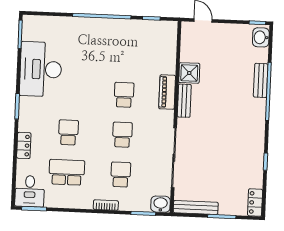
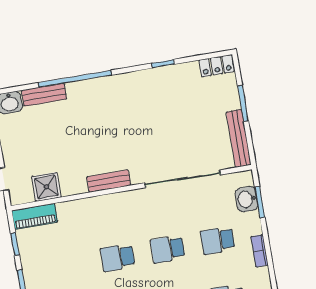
shower: (189, 73) -> (46, 187), moved
bench: (261, 80) -> (44, 95), moved
piano: (167, 92) -> (35, 216), moved
washbasin: (161, 204) -> (247, 199), moved

